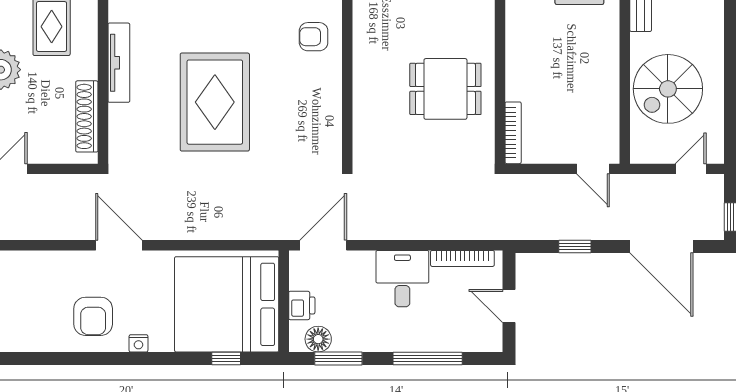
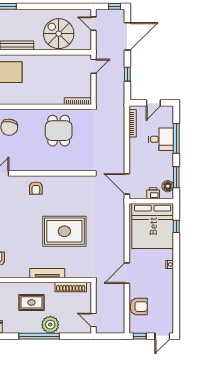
spiral stairs: (668, 89) -> (59, 34), turned 180
desk: (402, 279) -> (161, 139), moved, turned 180
armchair: (93, 316) -> (139, 307), moved

